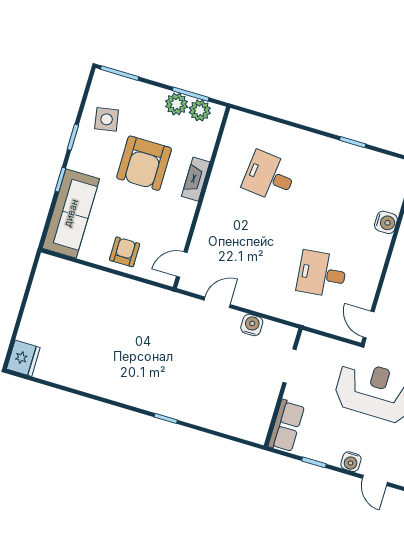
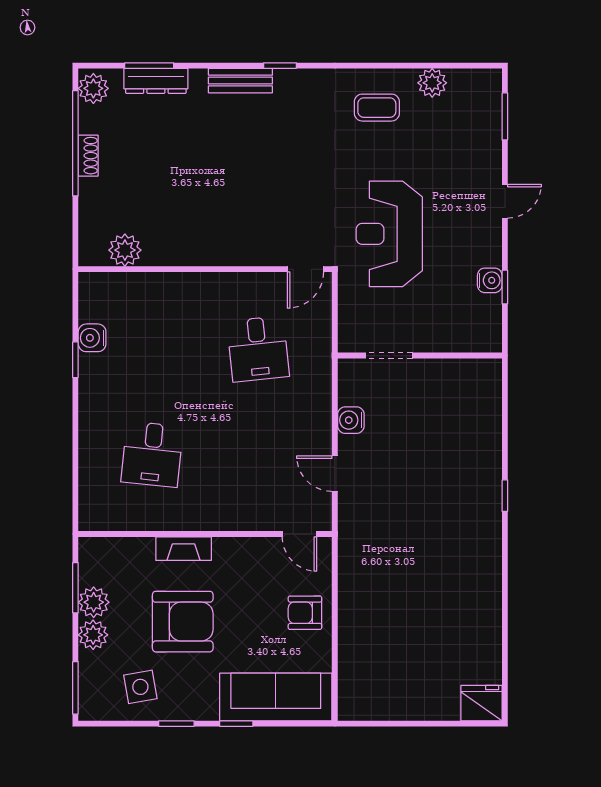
plant: (200, 110) -> (93, 635), moved
water cooler: (386, 222) -> (92, 338), moved, turned -90
row of seats: (286, 426) -> (468, 337), removed
water cooler: (351, 462) -> (490, 280), moved

